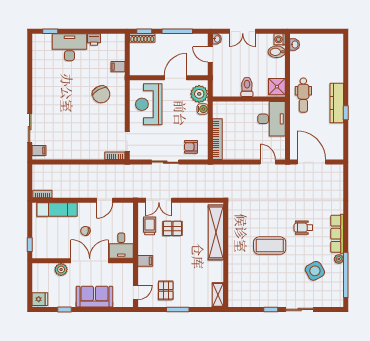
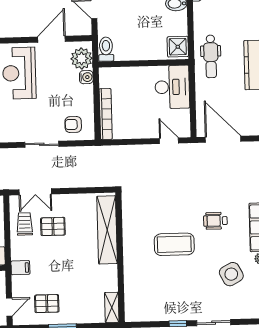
toilet: (247, 87) -> (106, 49), moved
pallet: (166, 290) -> (47, 304), turned 90

